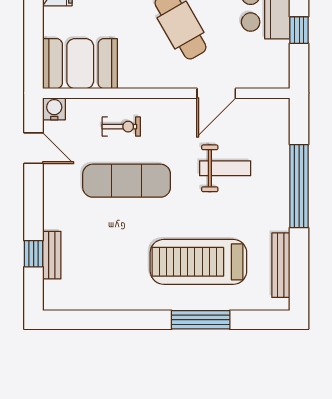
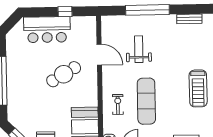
treadmill: (198, 262) -> (198, 88), moved, width x0.73, depth x0.73
bench: (281, 265) -> (189, 19), width x0.73

